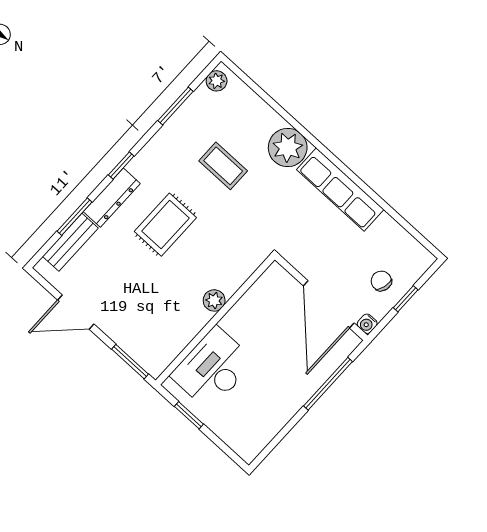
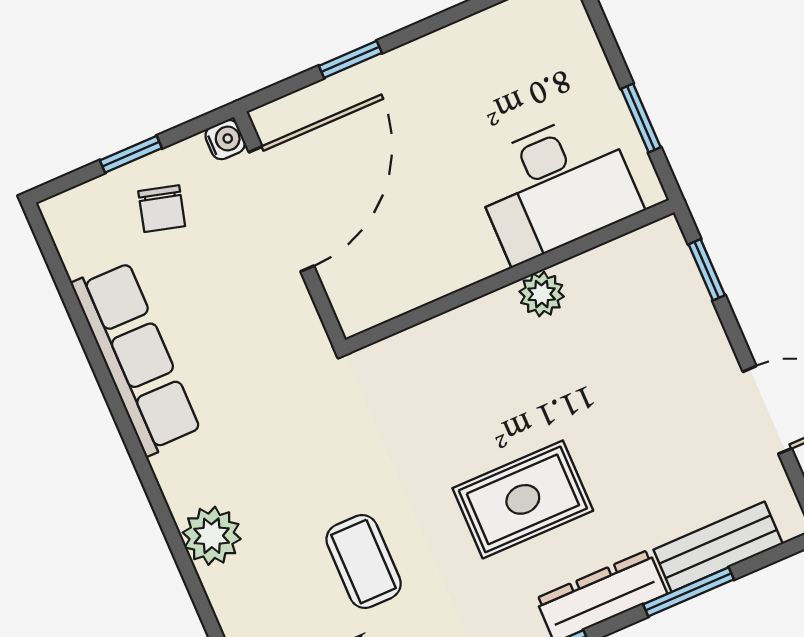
plant: (288, 148) -> (212, 536), width x0.73, depth x0.73
row of seats: (340, 190) -> (136, 358), moved
plant: (214, 300) -> (542, 294), moved
window: (130, 362) -> (707, 270), width x0.67
window: (328, 384) -> (350, 59), width x0.46

